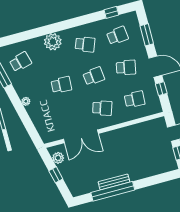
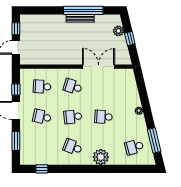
school desk: (117, 36) -> (42, 147), removed
plant: (58, 158) -> (118, 31), moved

